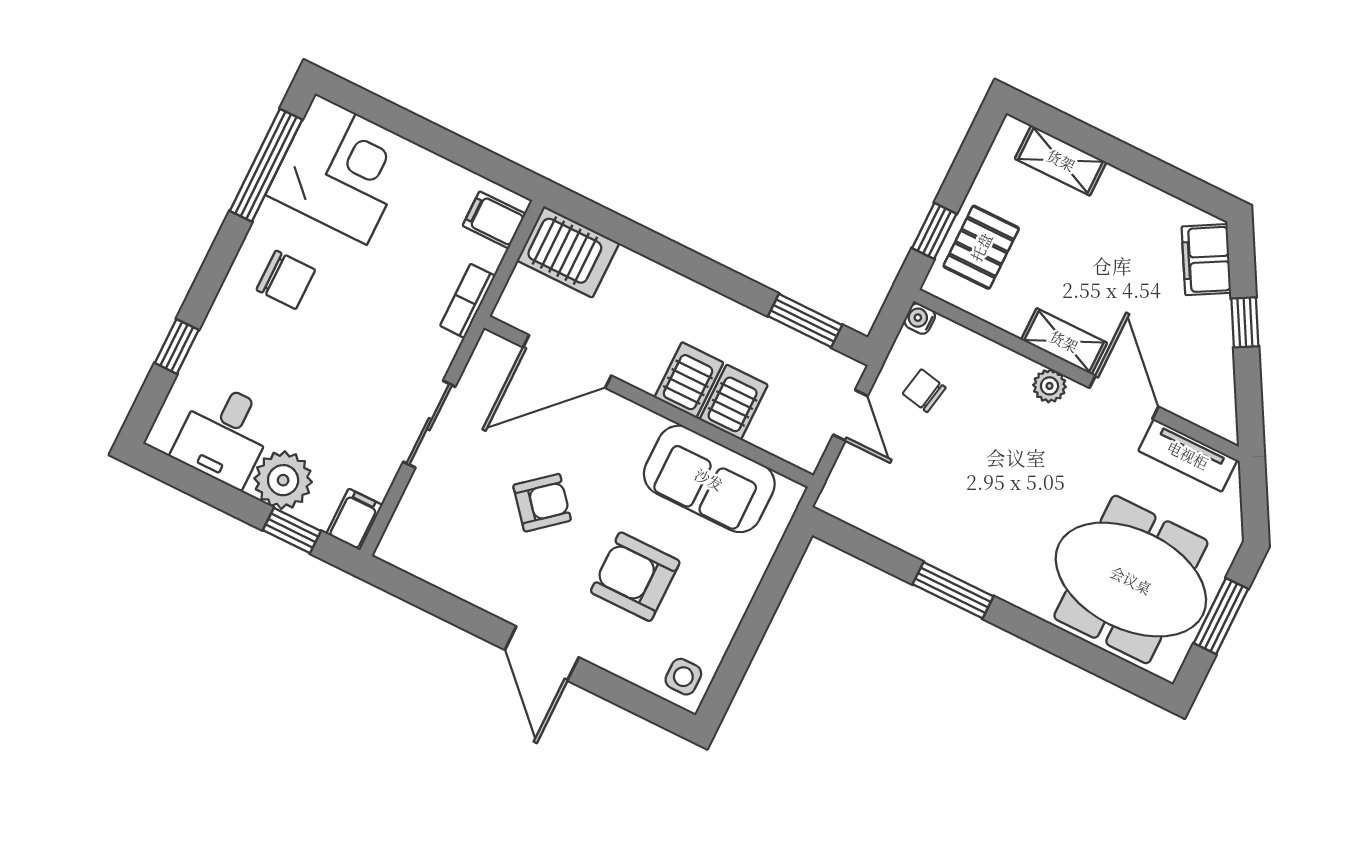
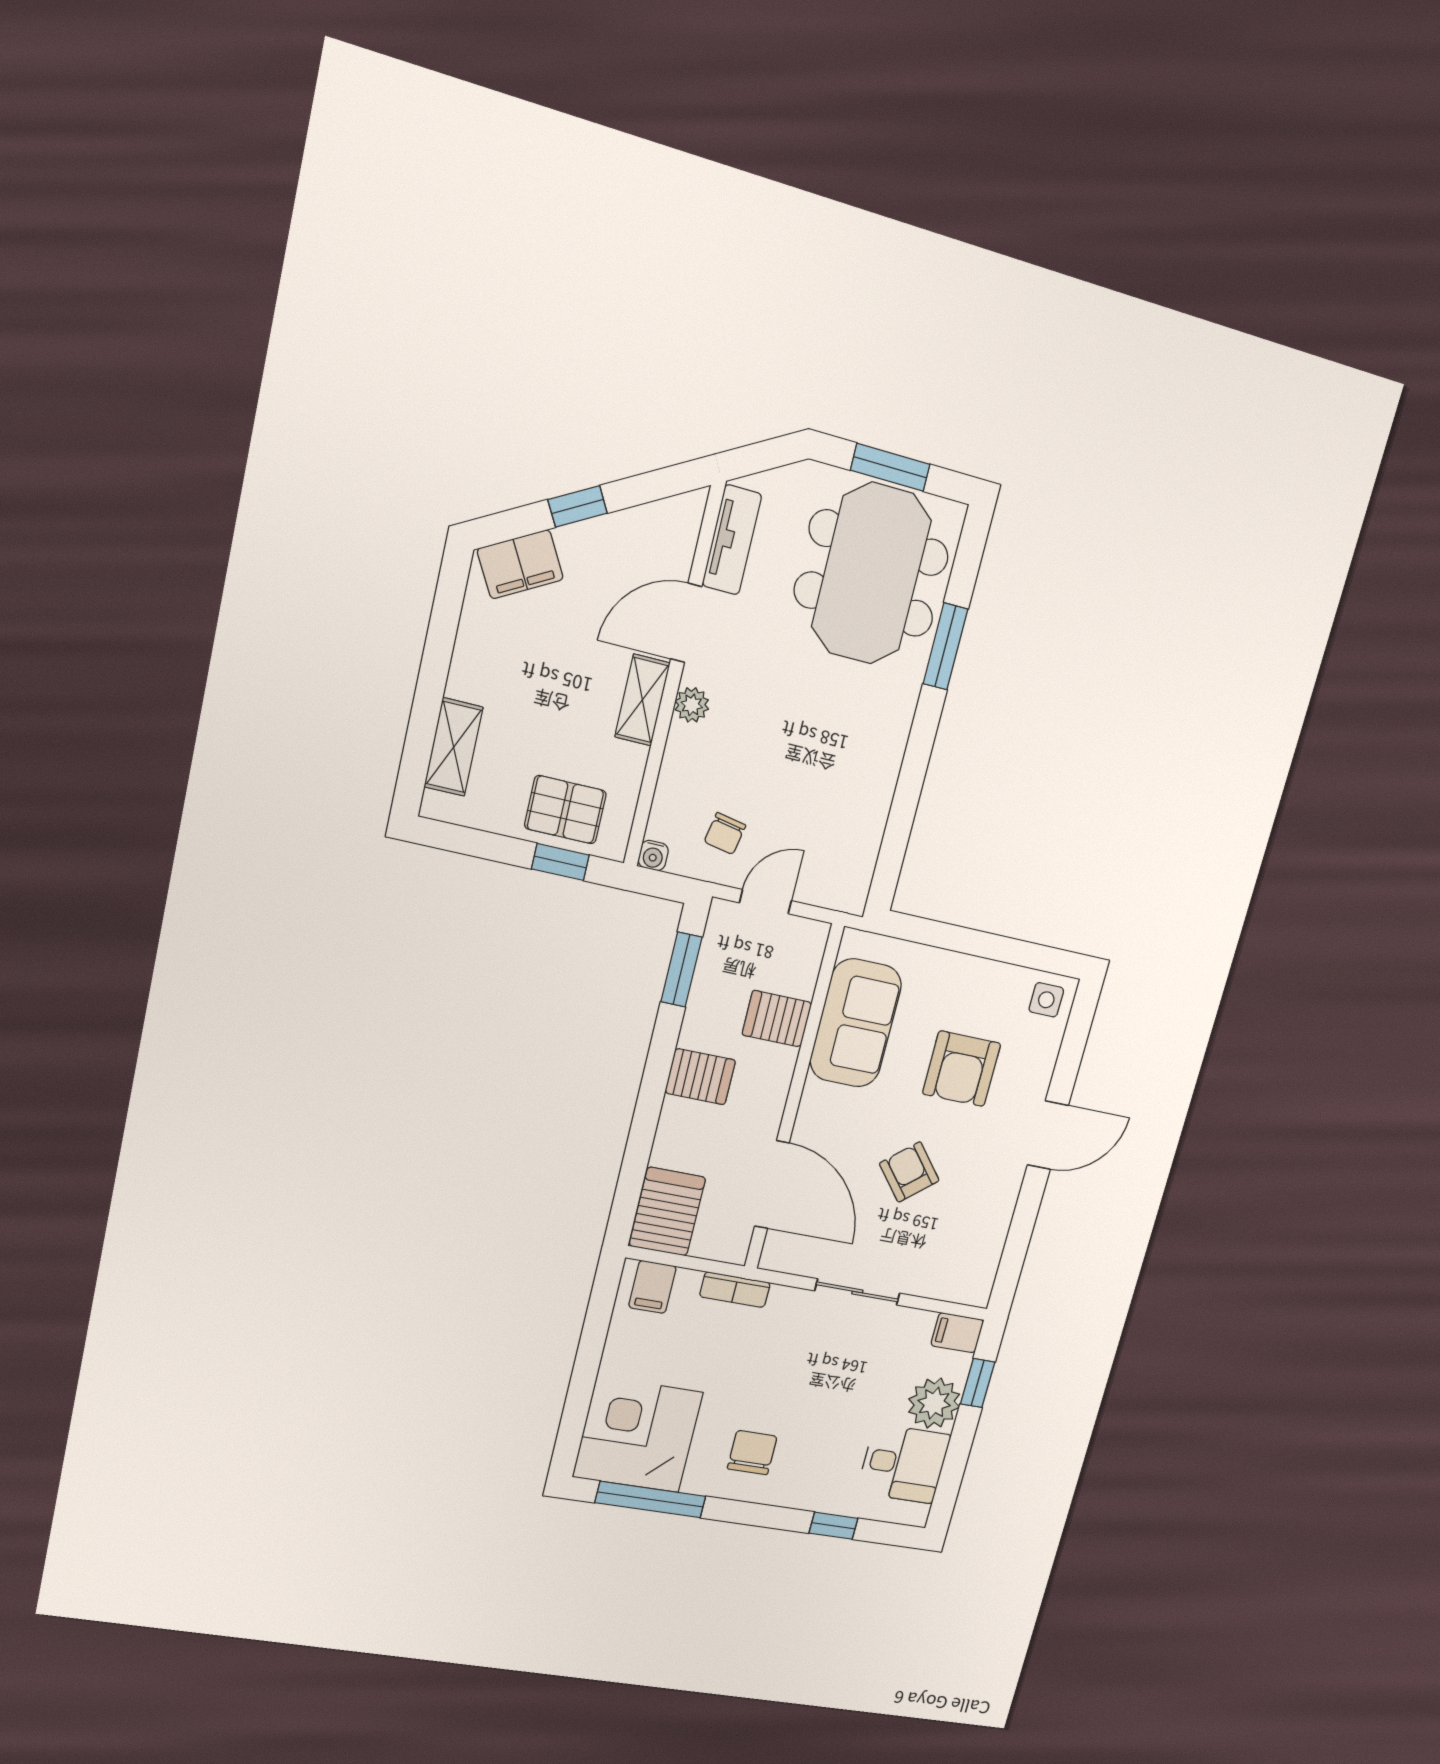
server rack: (689, 380) -> (700, 1077), moved, turned 180
window: (953, 590) -> (945, 646), moved

